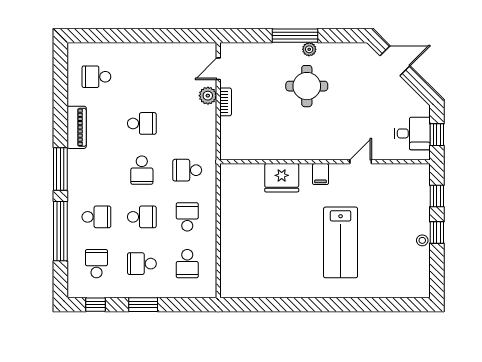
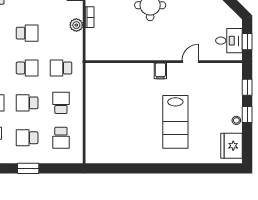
plant: (208, 96) -> (76, 25), moved
school desk: (142, 170) -> (27, 68), turned -90
fridge: (282, 178) -> (231, 146), moved, turned 90
school desk: (142, 217) -> (27, 103), turned 180

